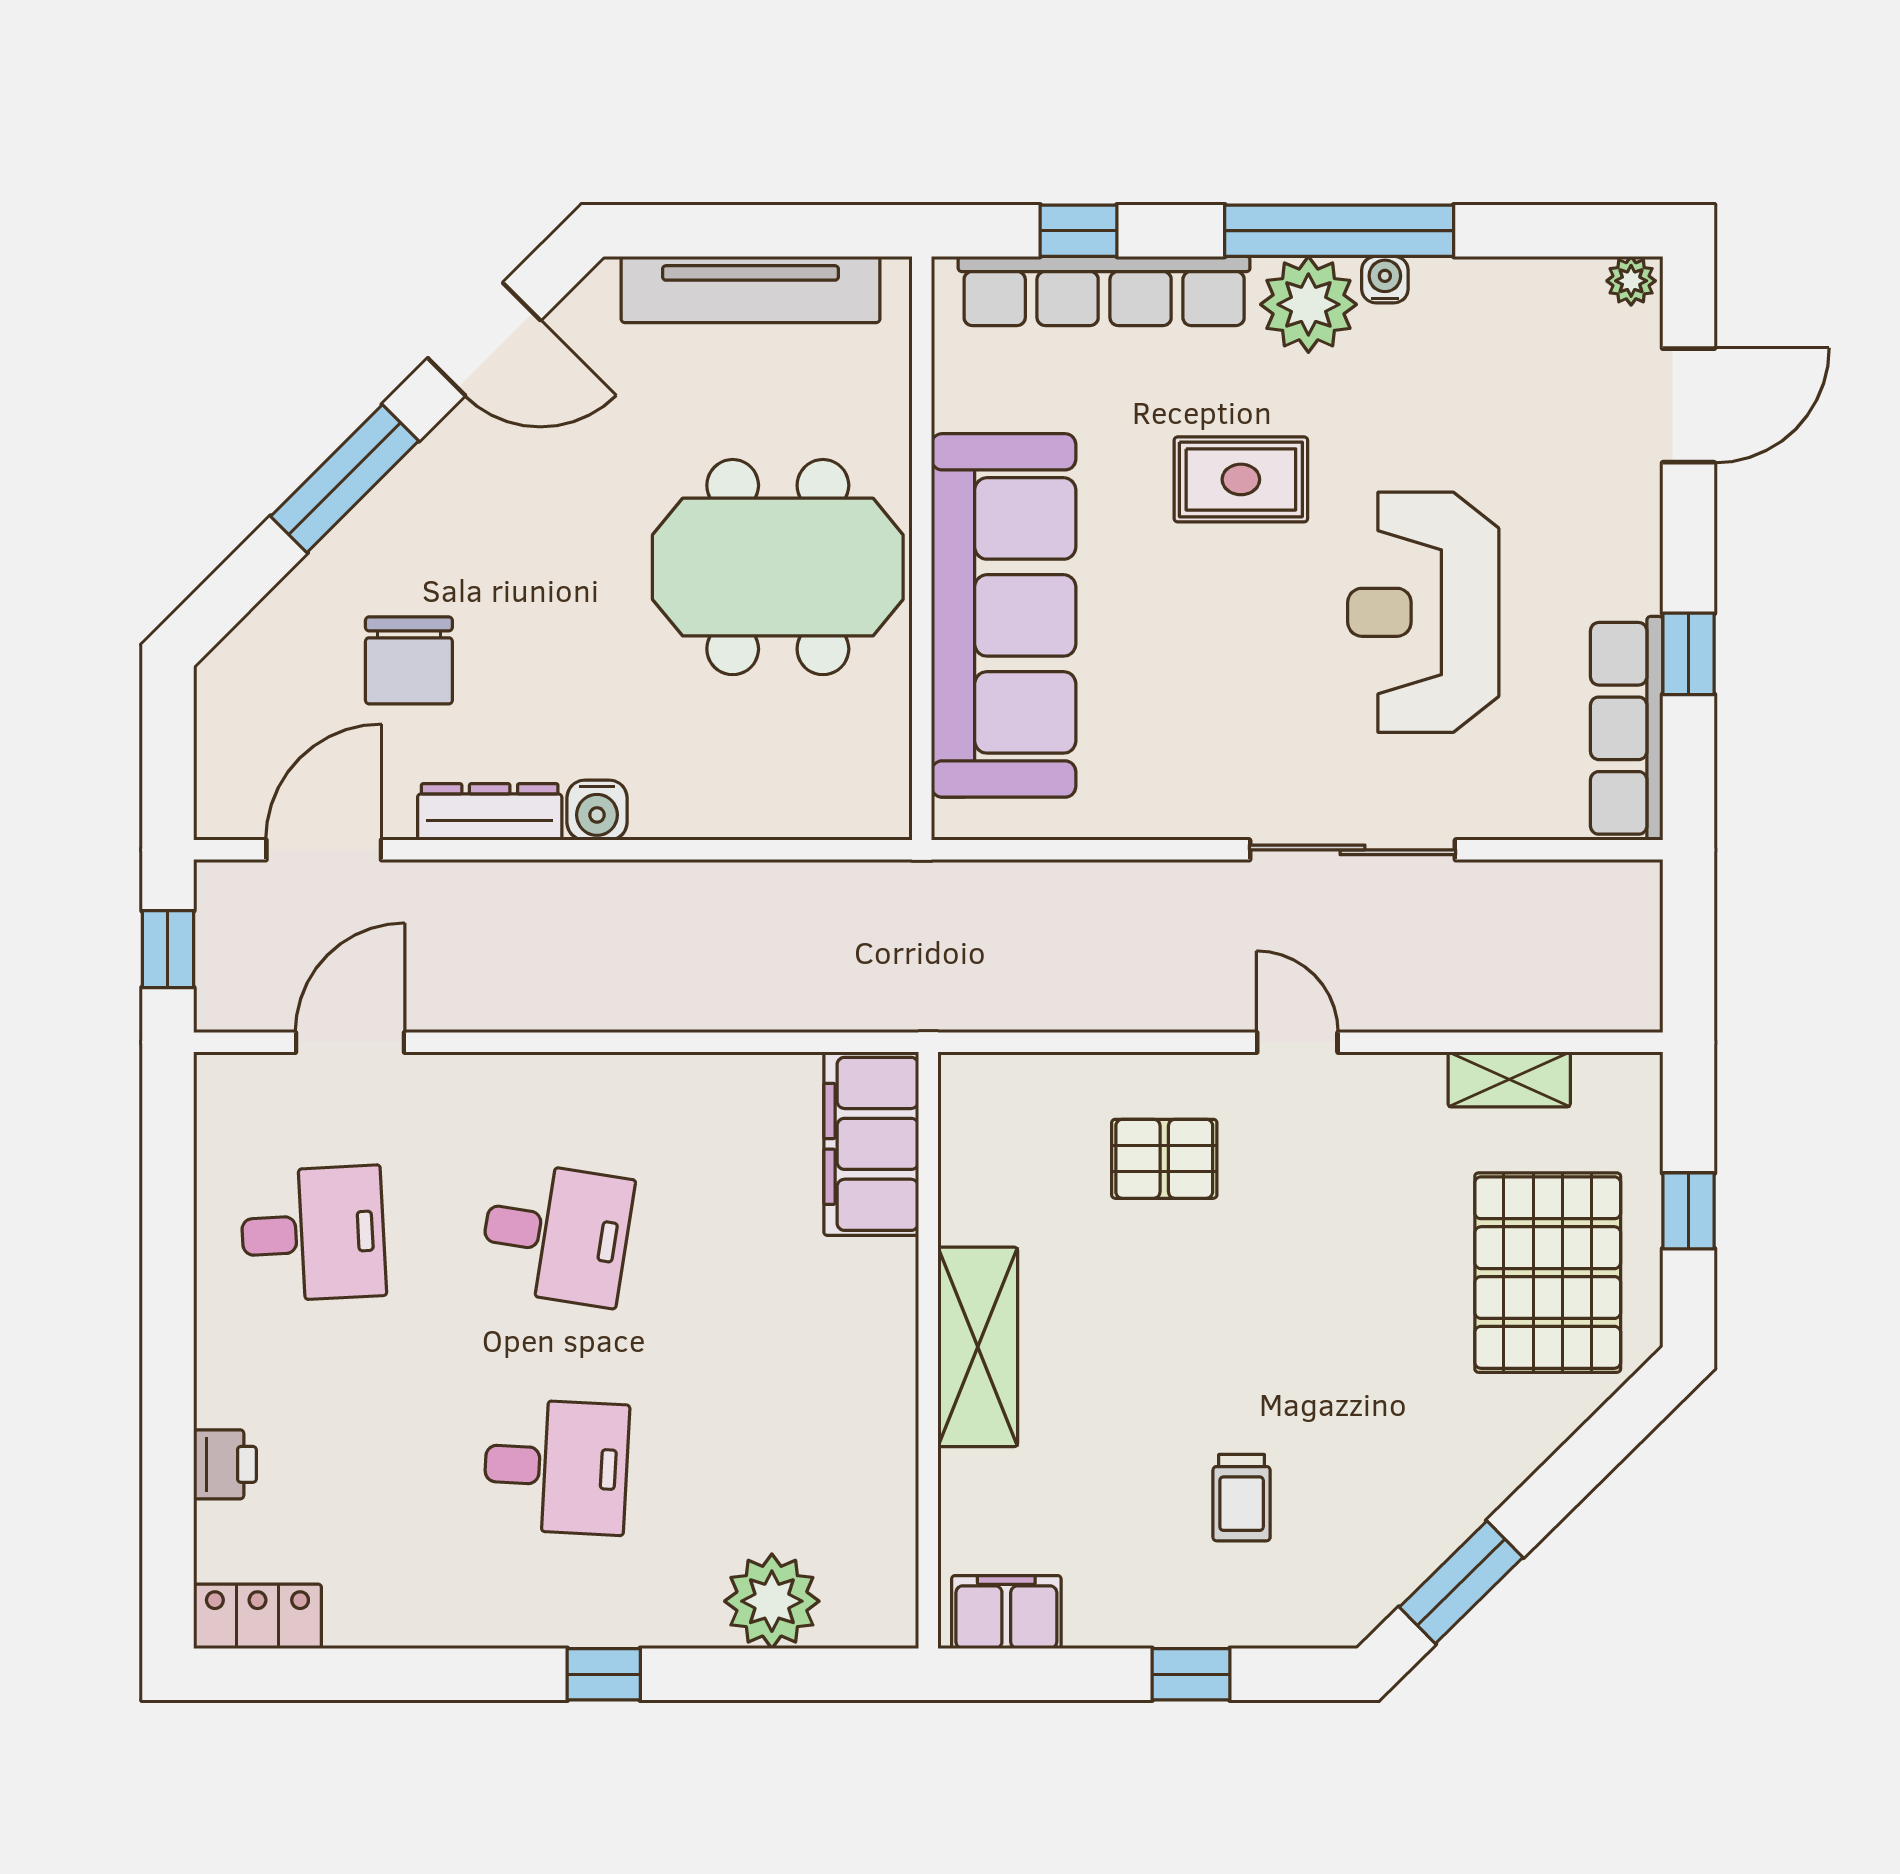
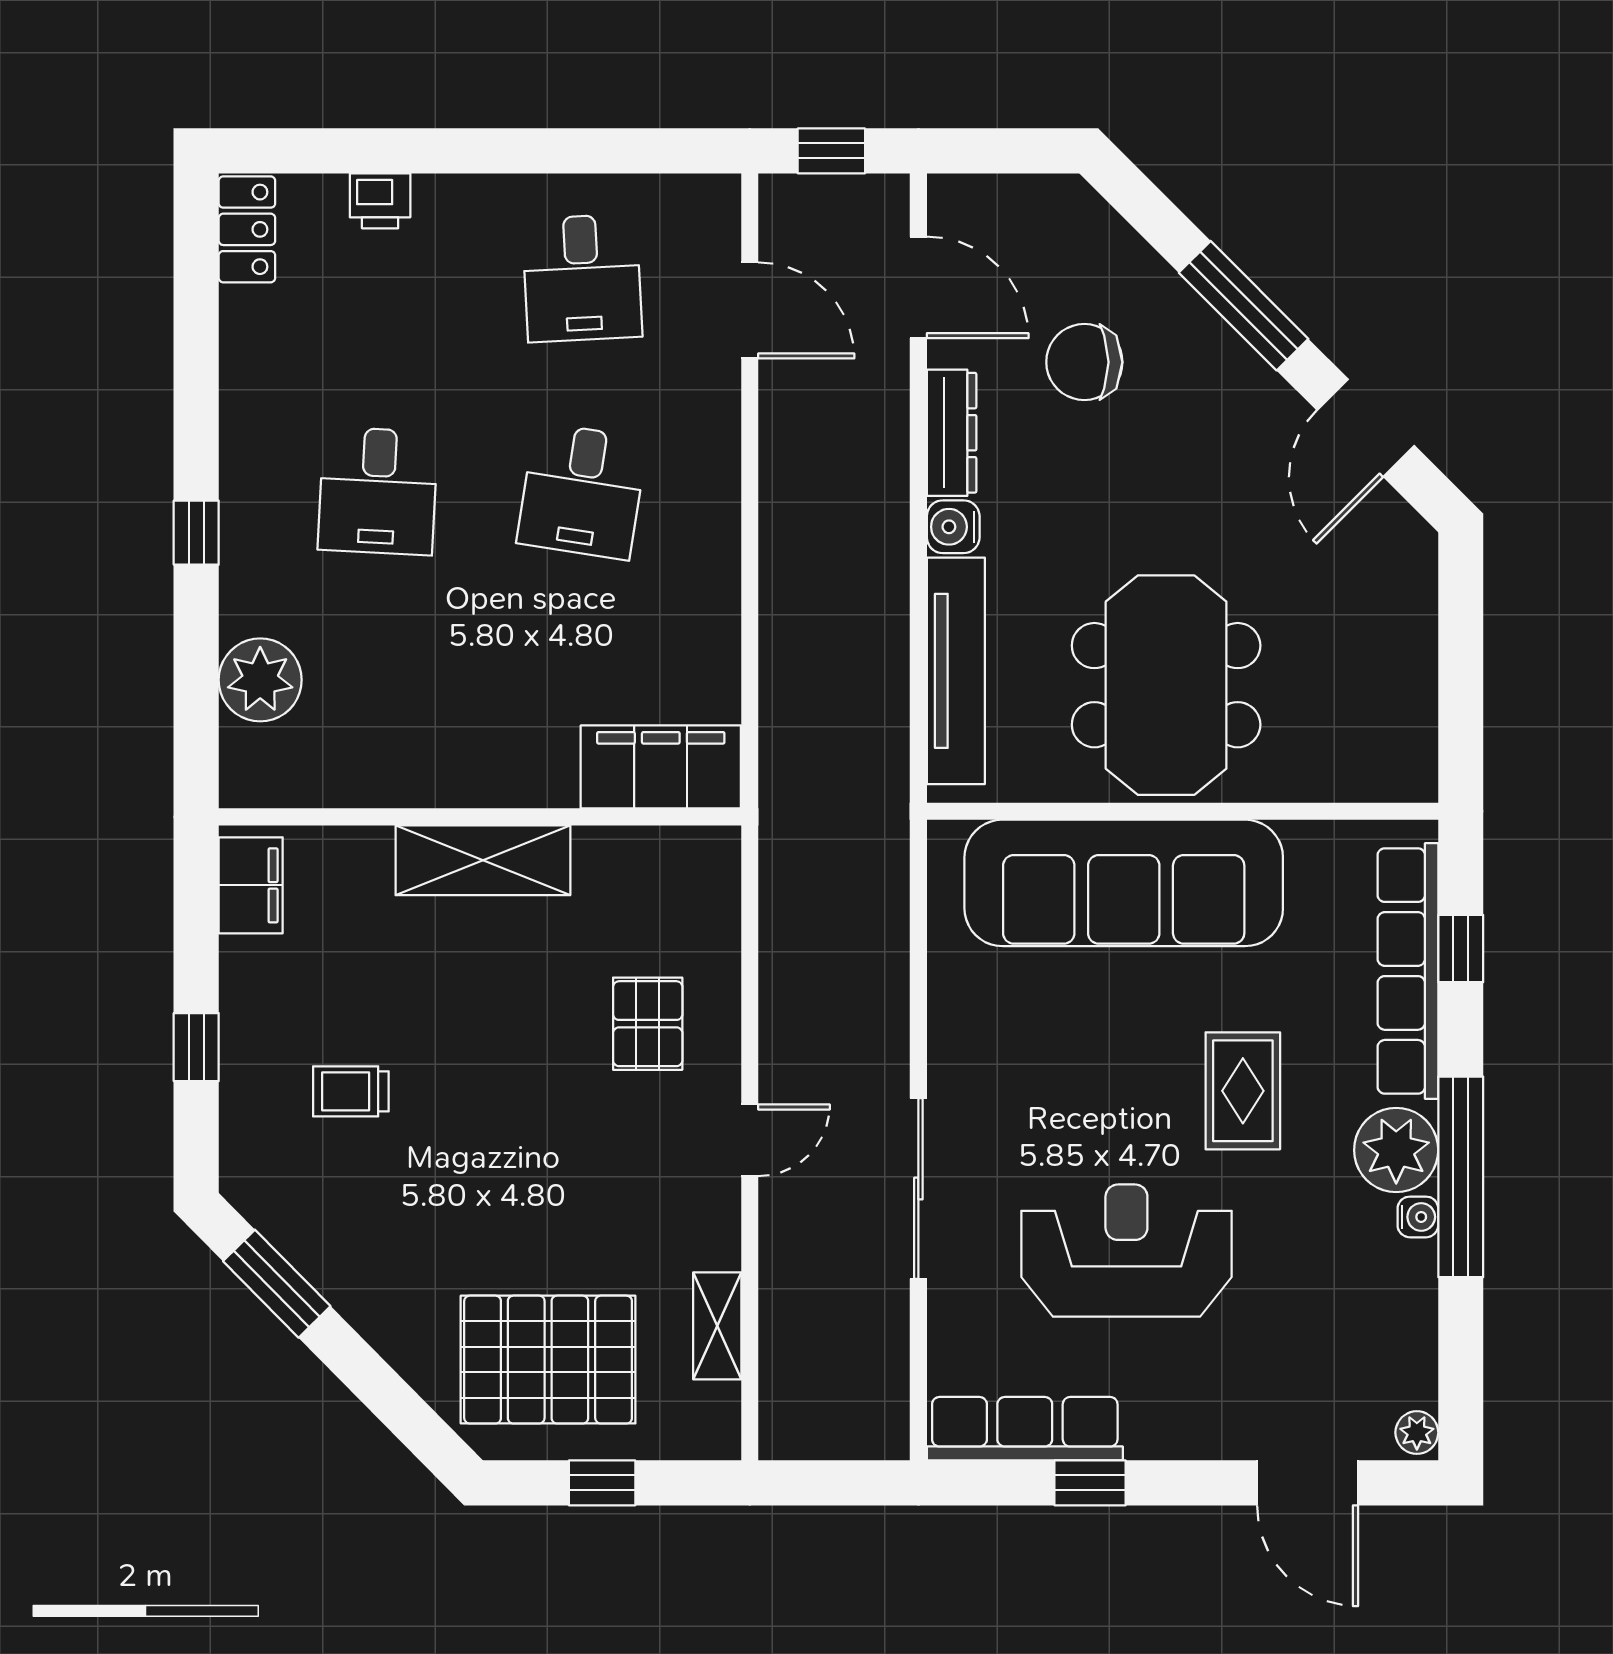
tv unit: (750, 289) -> (956, 671), moved, turned 180

